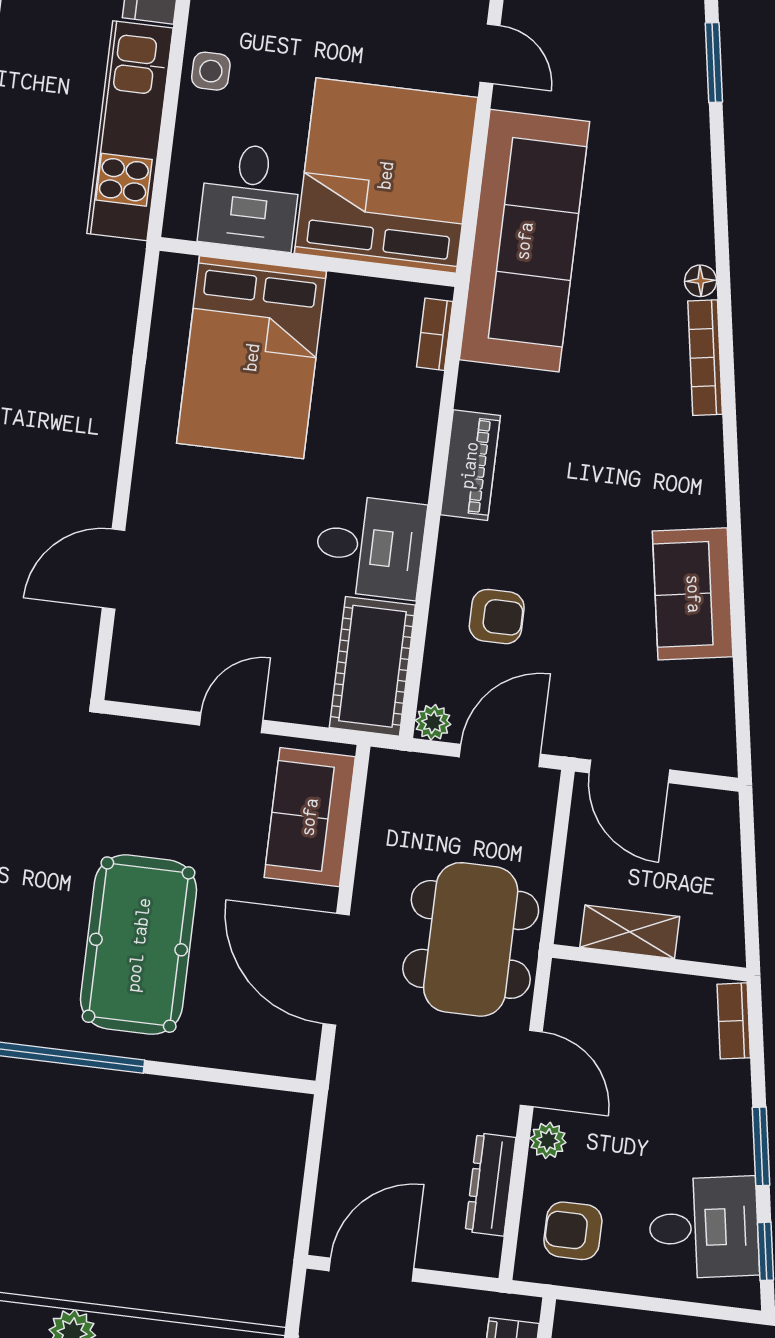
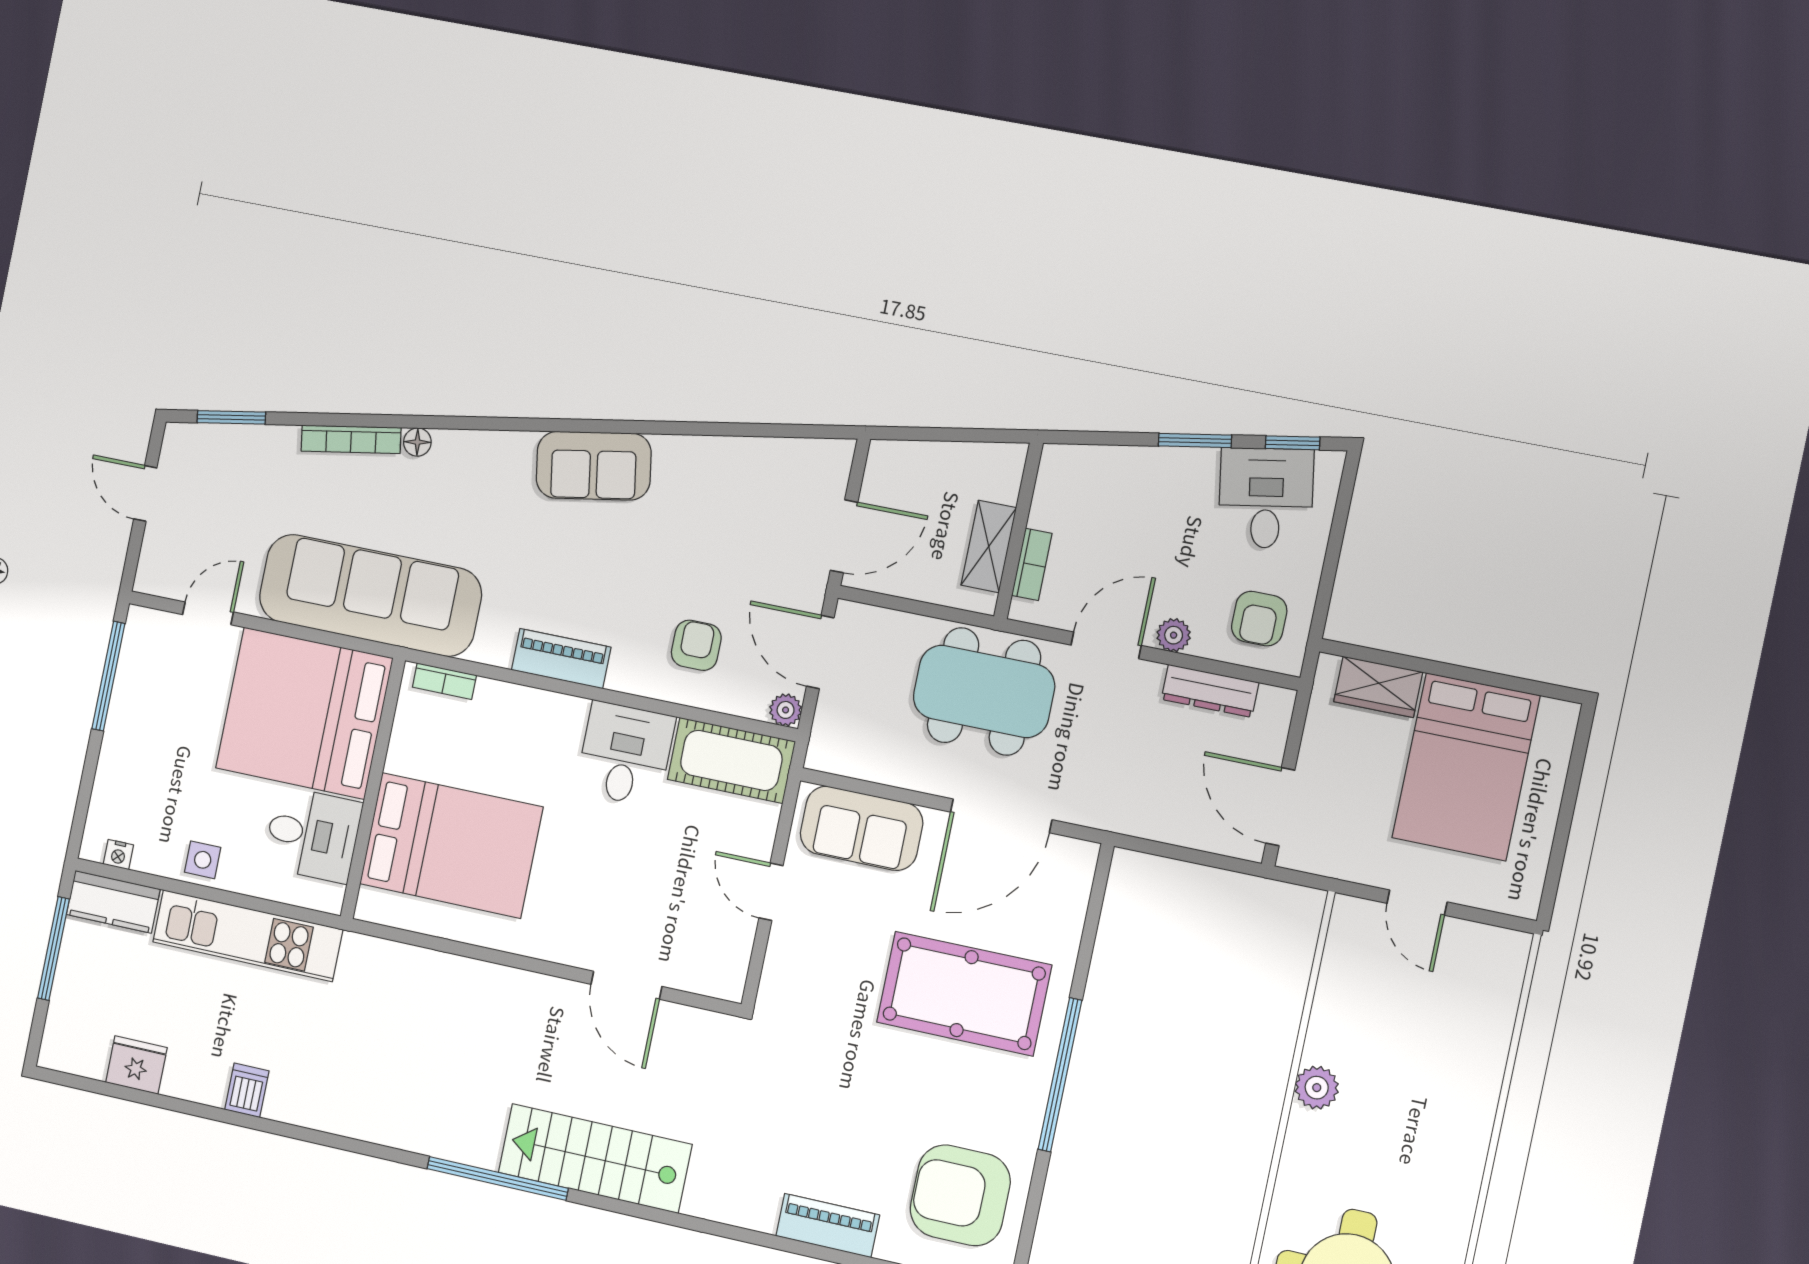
bookcase: (705, 358) -> (351, 439), moved
sofa: (693, 594) -> (594, 466), moved
bookcase: (734, 1021) -> (1032, 564), moved, turned -81

